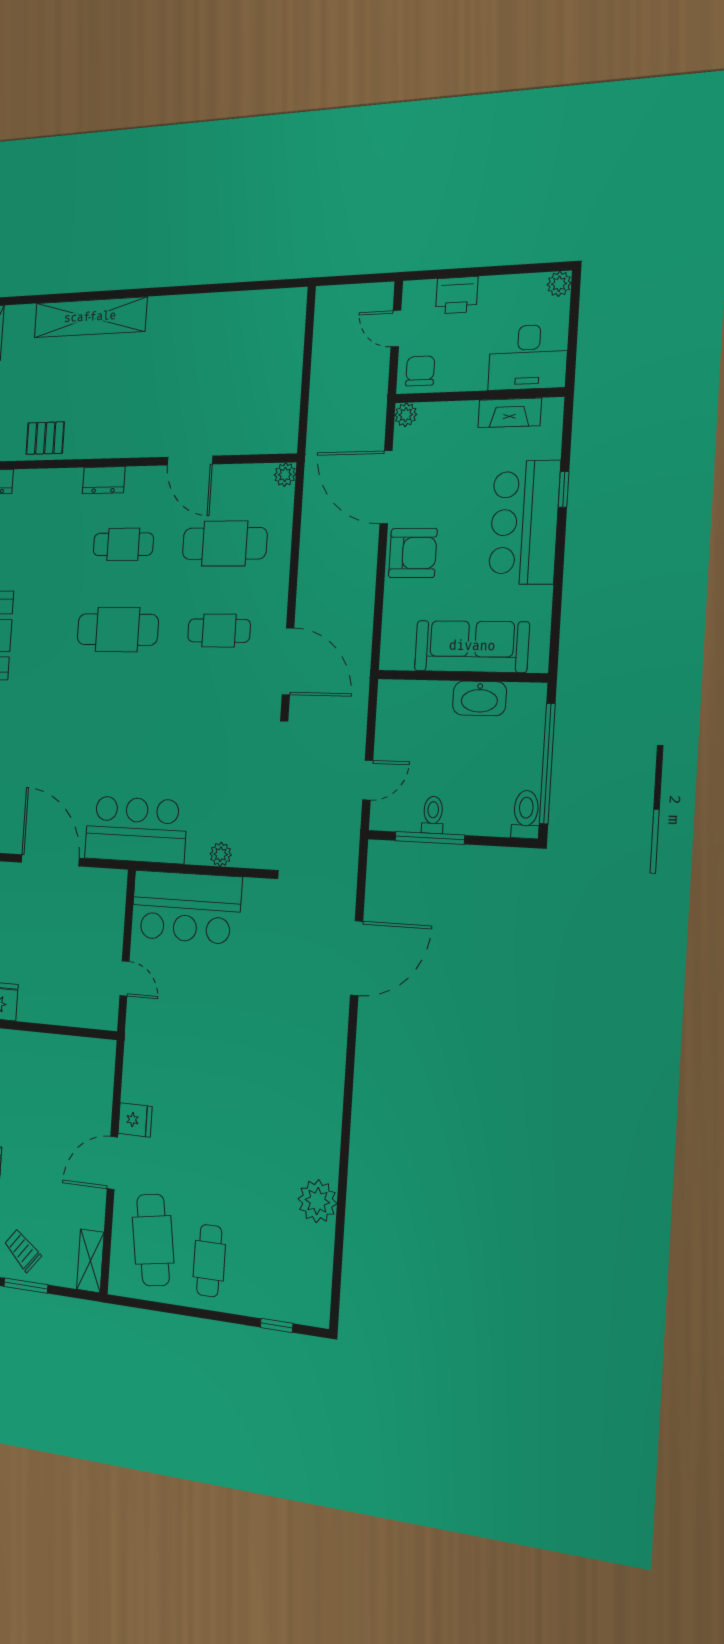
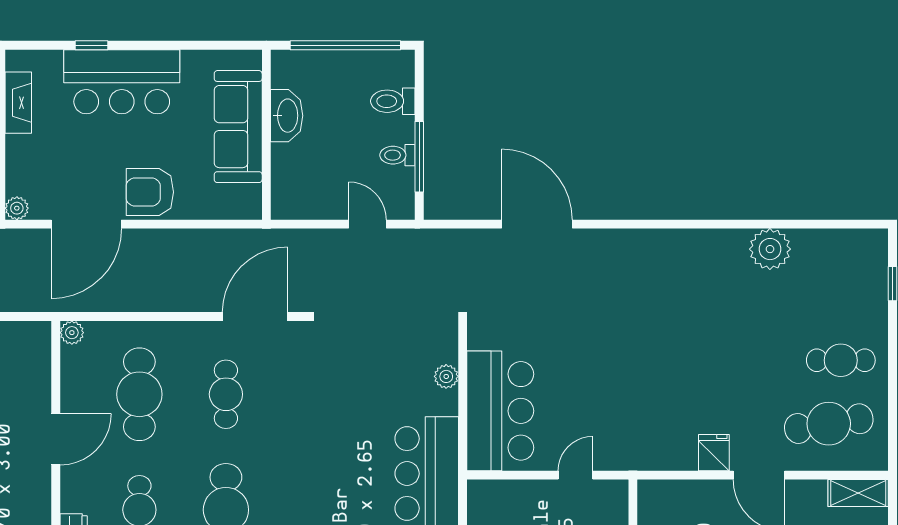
armchair: (413, 553) -> (150, 192), turned -90
toilet: (526, 814) -> (393, 101), moved

